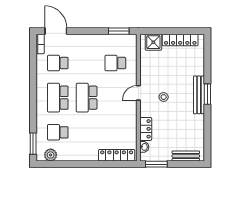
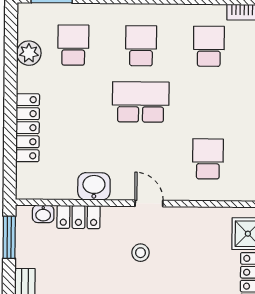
school desk: (58, 98) -> (141, 46), width x0.54
washbasin: (130, 121) -> (94, 186), added
plant: (51, 155) -> (29, 53), moved
locker: (117, 155) -> (28, 128), moved

